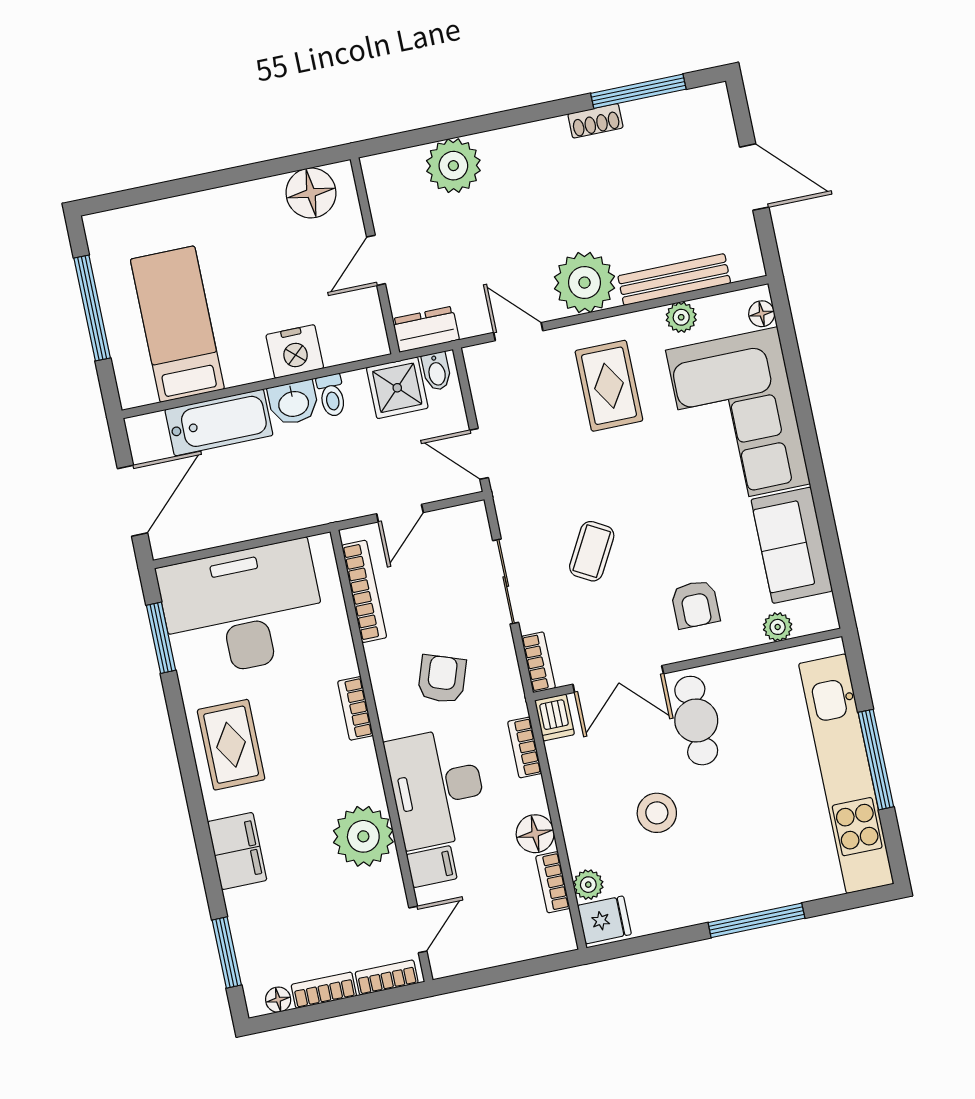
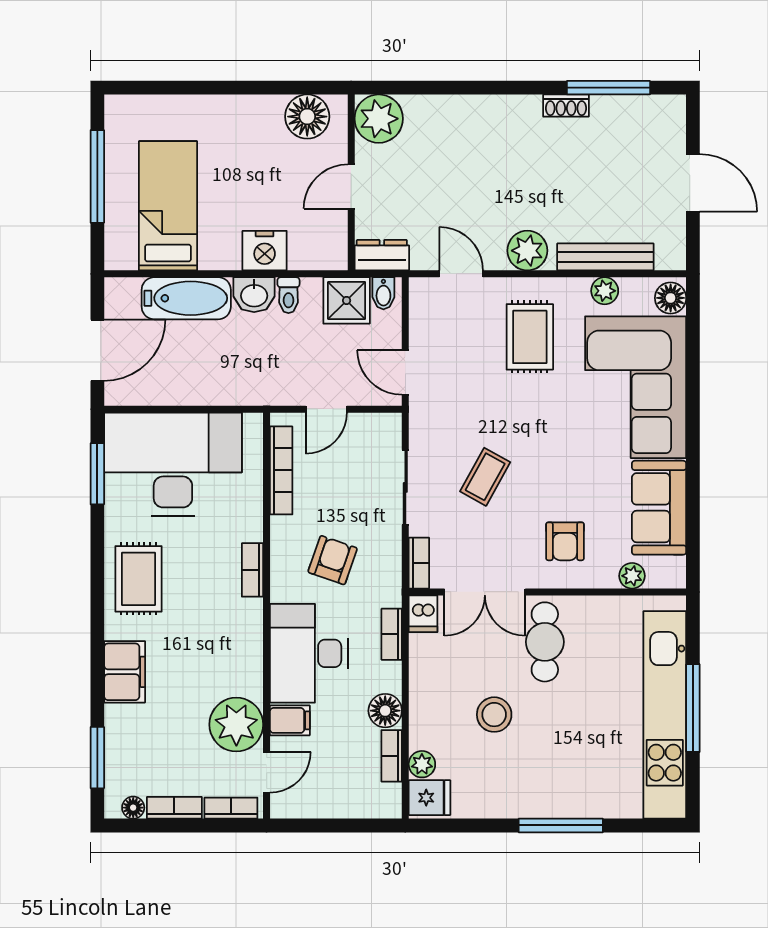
plant: (453, 166) -> (379, 119), moved
plant: (585, 283) -> (527, 251), width x0.73, depth x0.73
floor lamp: (762, 314) -> (671, 298), width x1.37, depth x1.37
plant: (363, 836) -> (236, 725), moved

